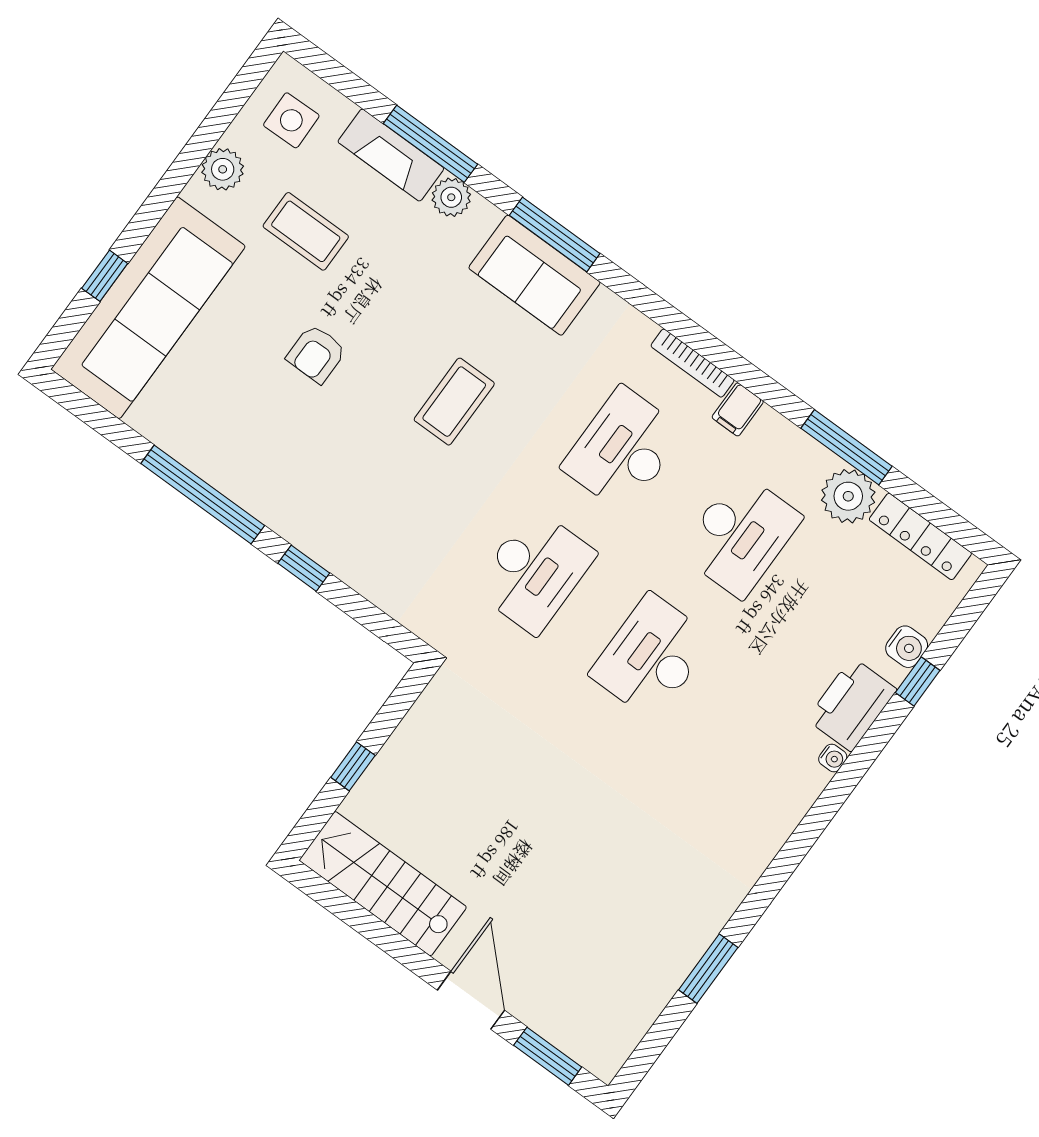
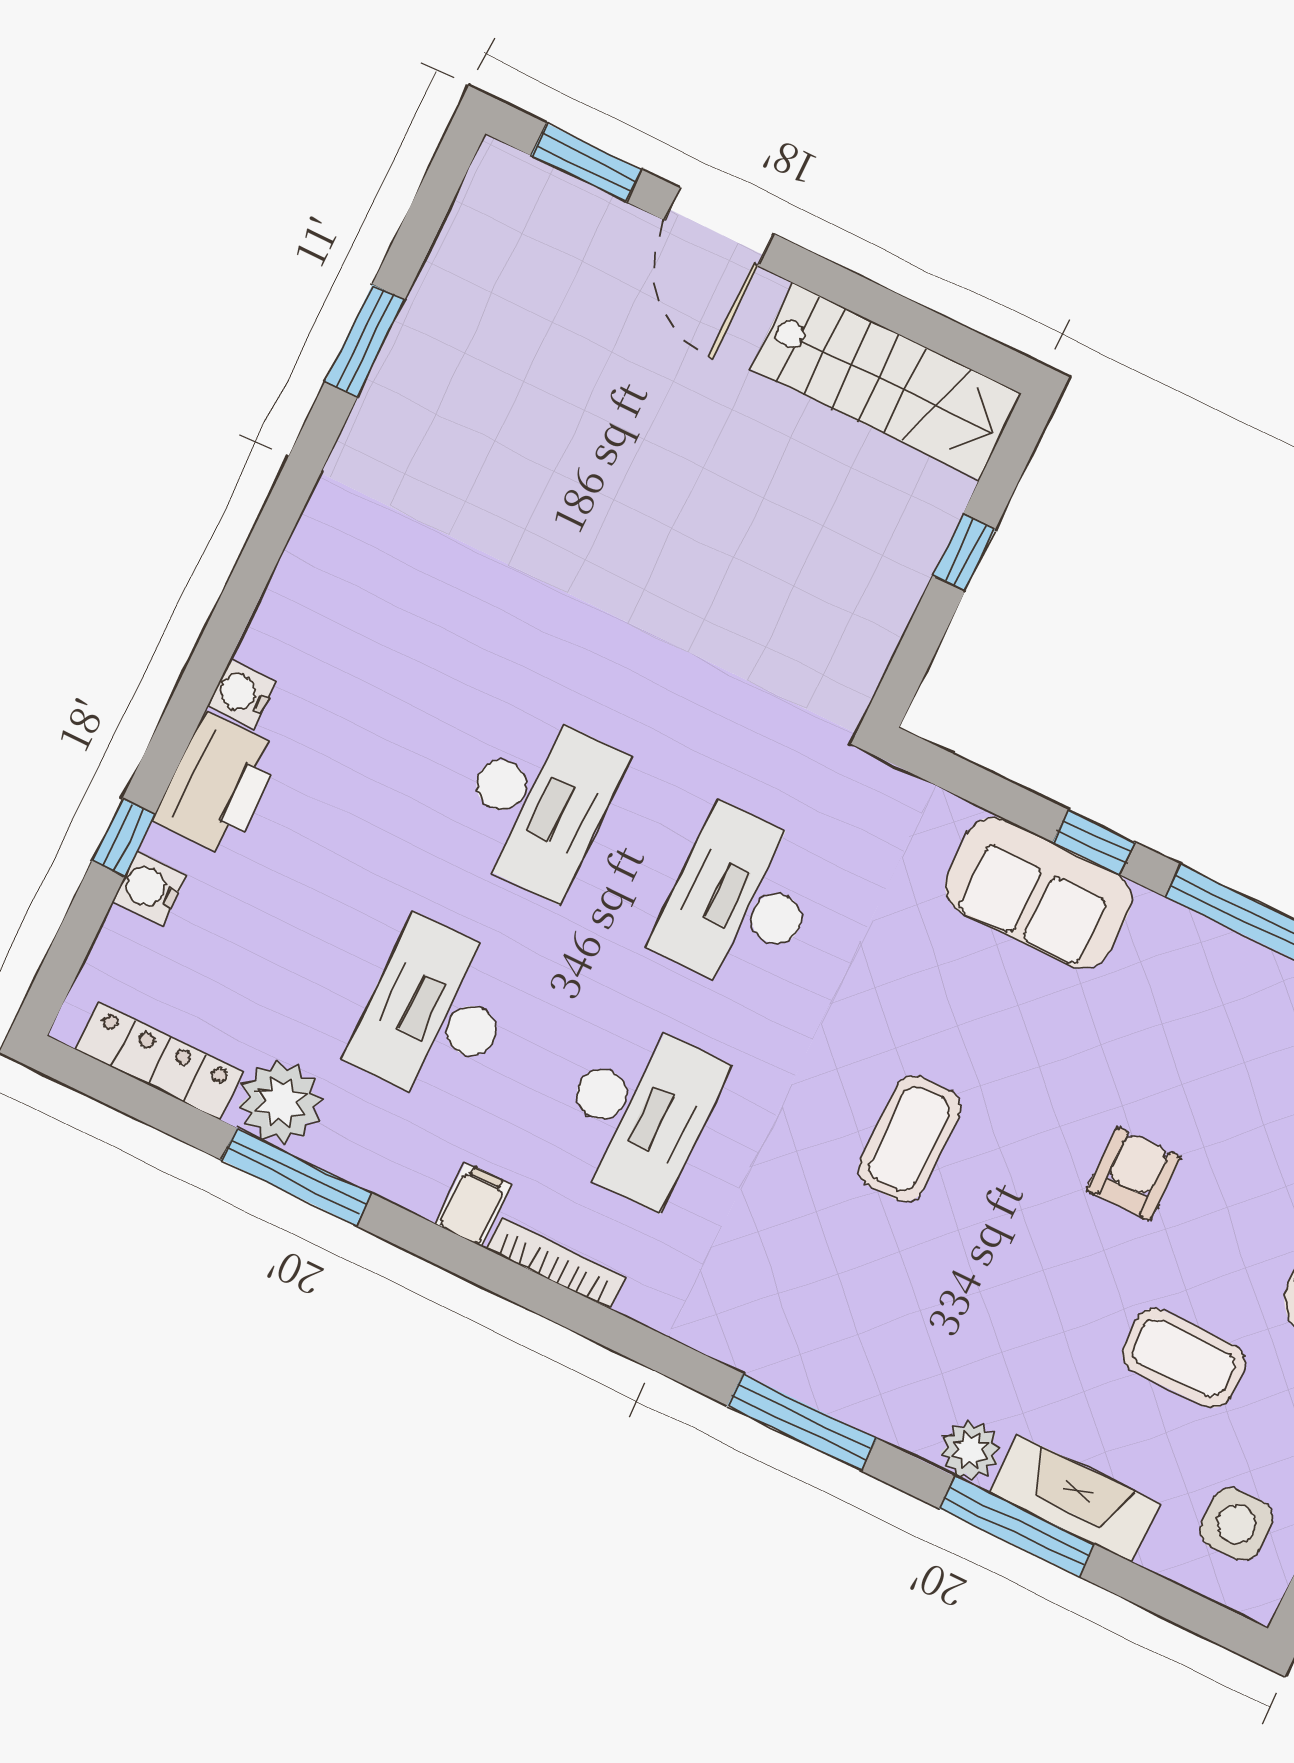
sofa: (534, 275) -> (1038, 893), moved, turned 180
water cooler: (833, 758) -> (242, 694), width x1.38, depth x1.38

